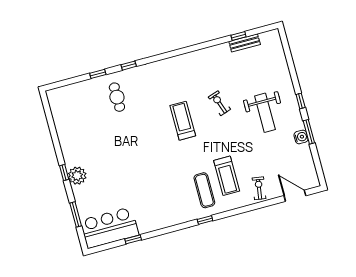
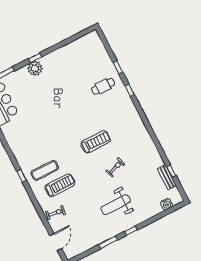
water cooler: (301, 137) -> (167, 204), moved
treadmill: (227, 176) -> (60, 185), turned 180

